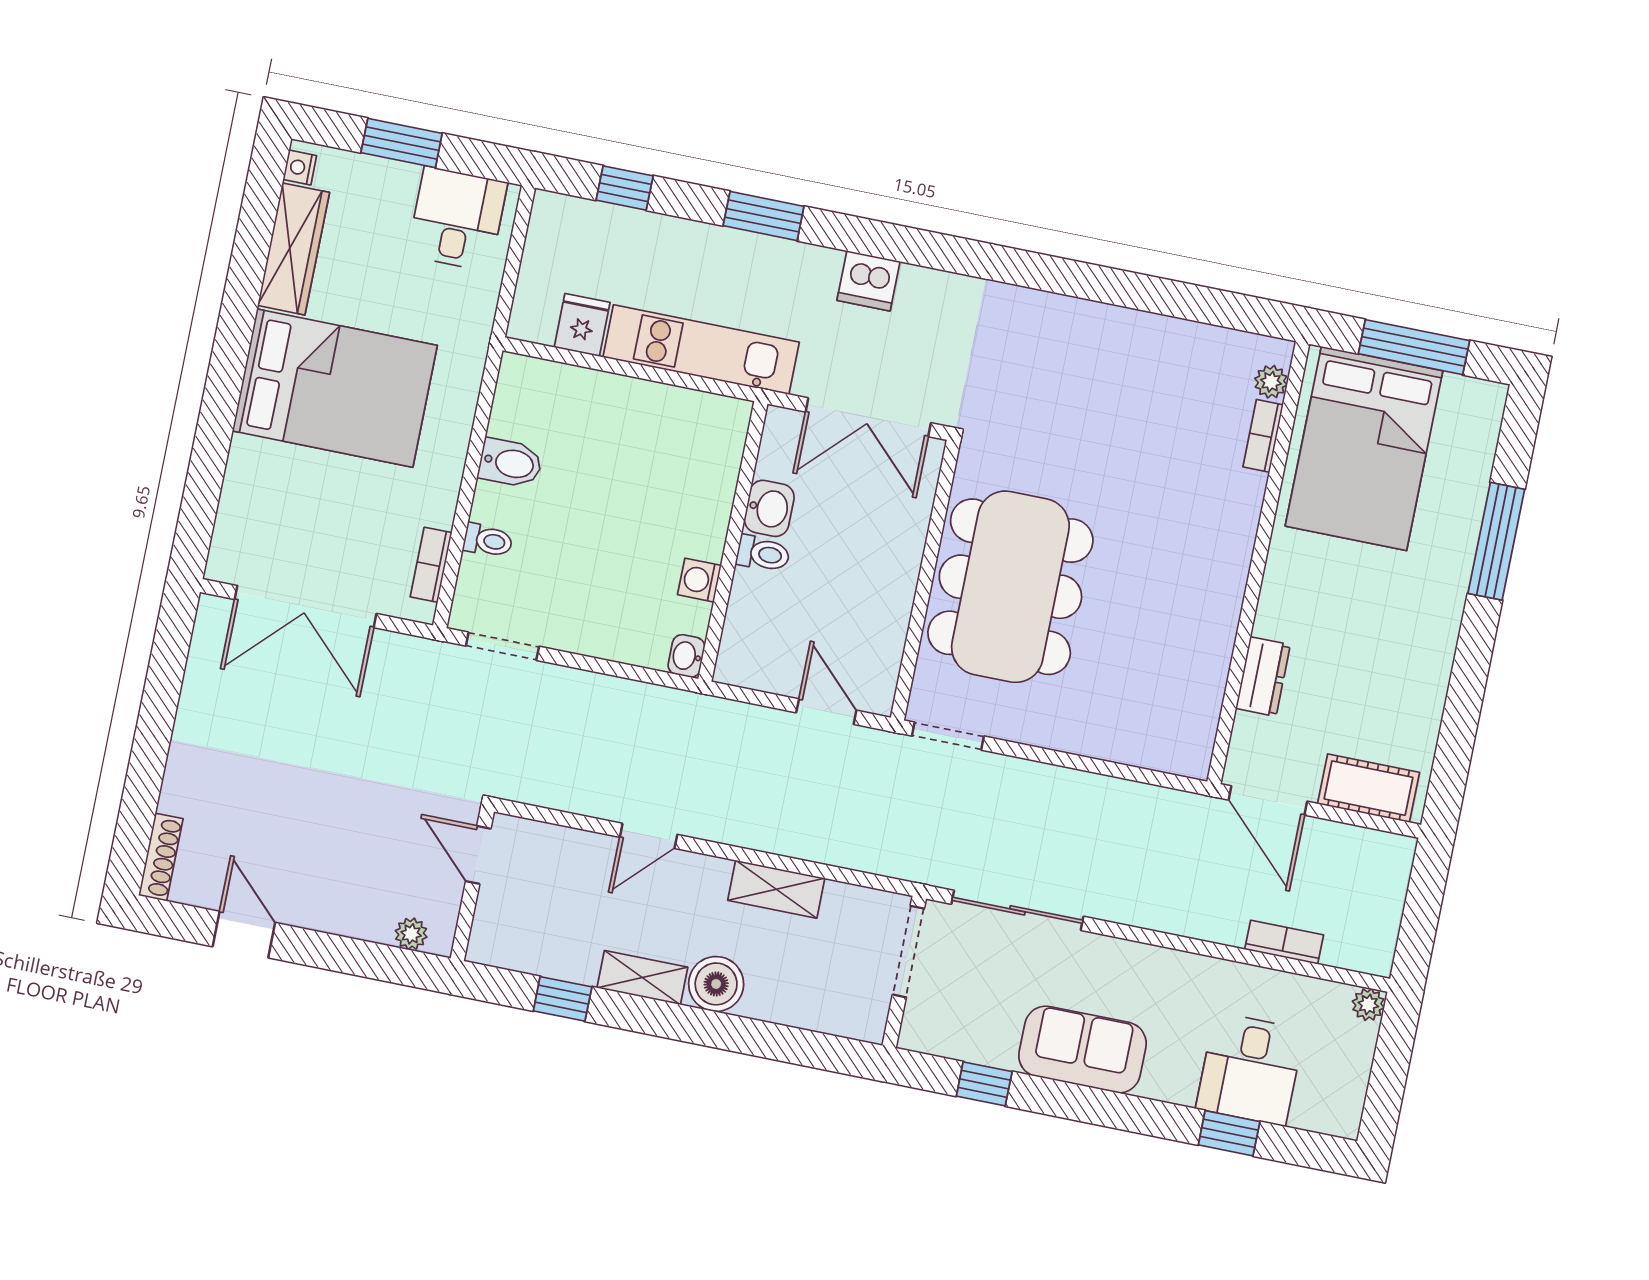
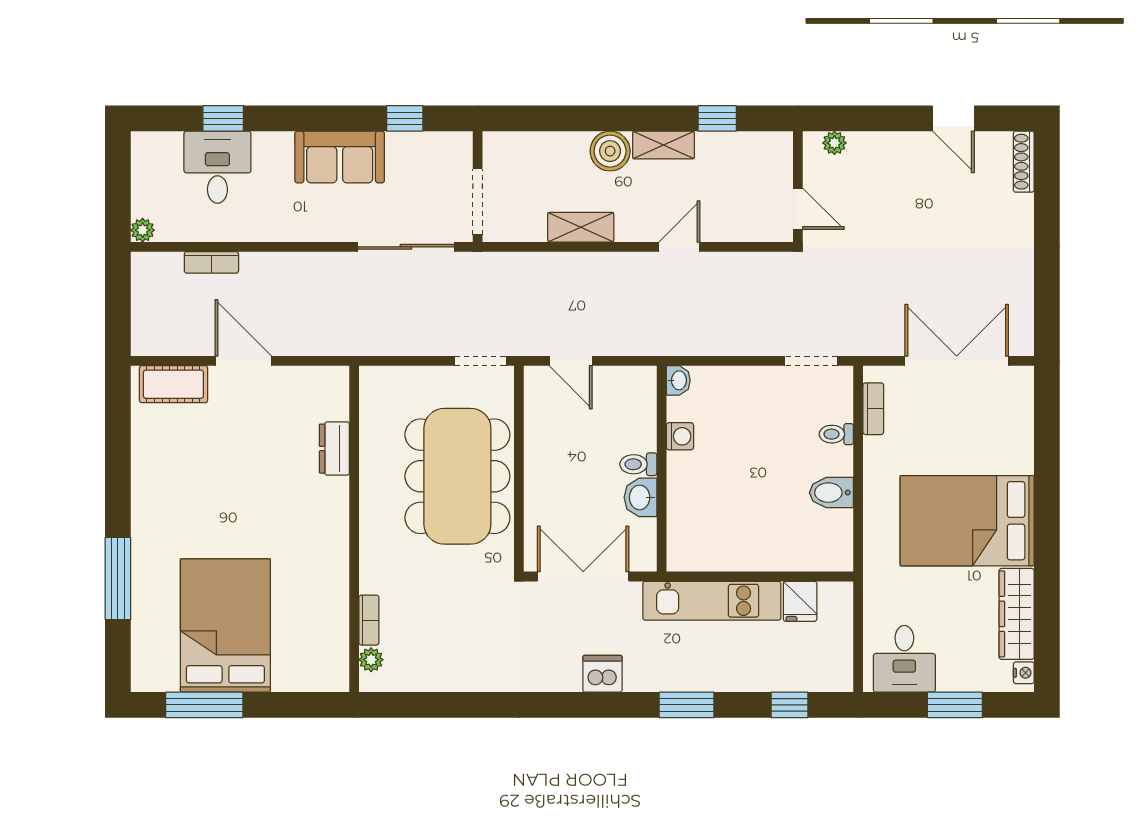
plant: (1271, 382) -> (371, 660), moved
bookcase: (1263, 436) -> (369, 620), moved
wall: (1258, 563) -> (354, 529), moved
dresser: (1263, 677) -> (334, 449), moved

